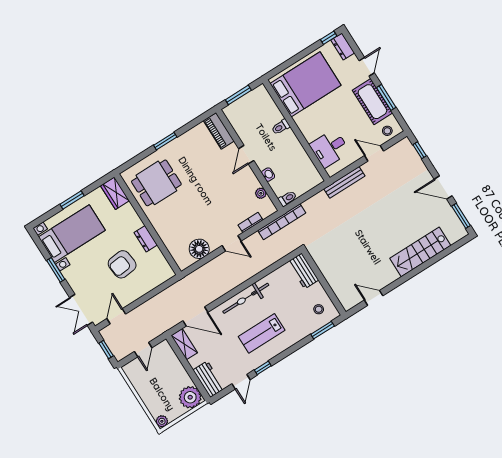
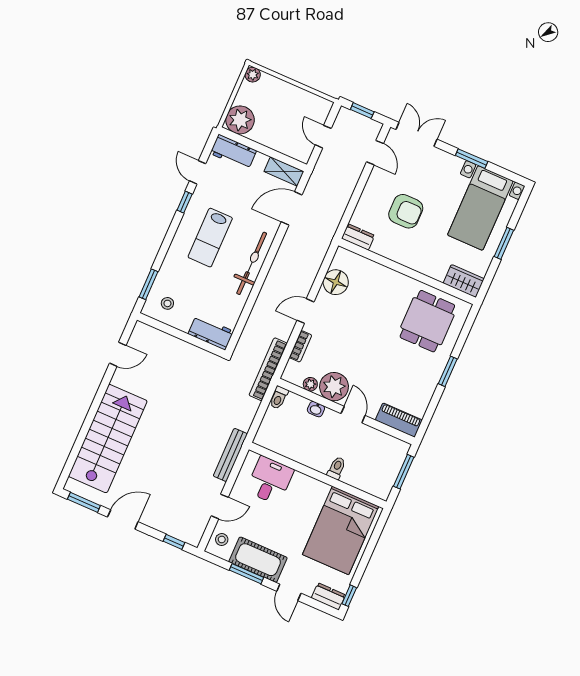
plant: (246, 181) -> (334, 387), added
dresser: (146, 239) -> (358, 237), moved
stairs: (420, 252) -> (108, 439), width x1.36, depth x1.51
armchair: (122, 264) -> (406, 211), turned 96
lab bench: (262, 333) -> (210, 238), turned 180

